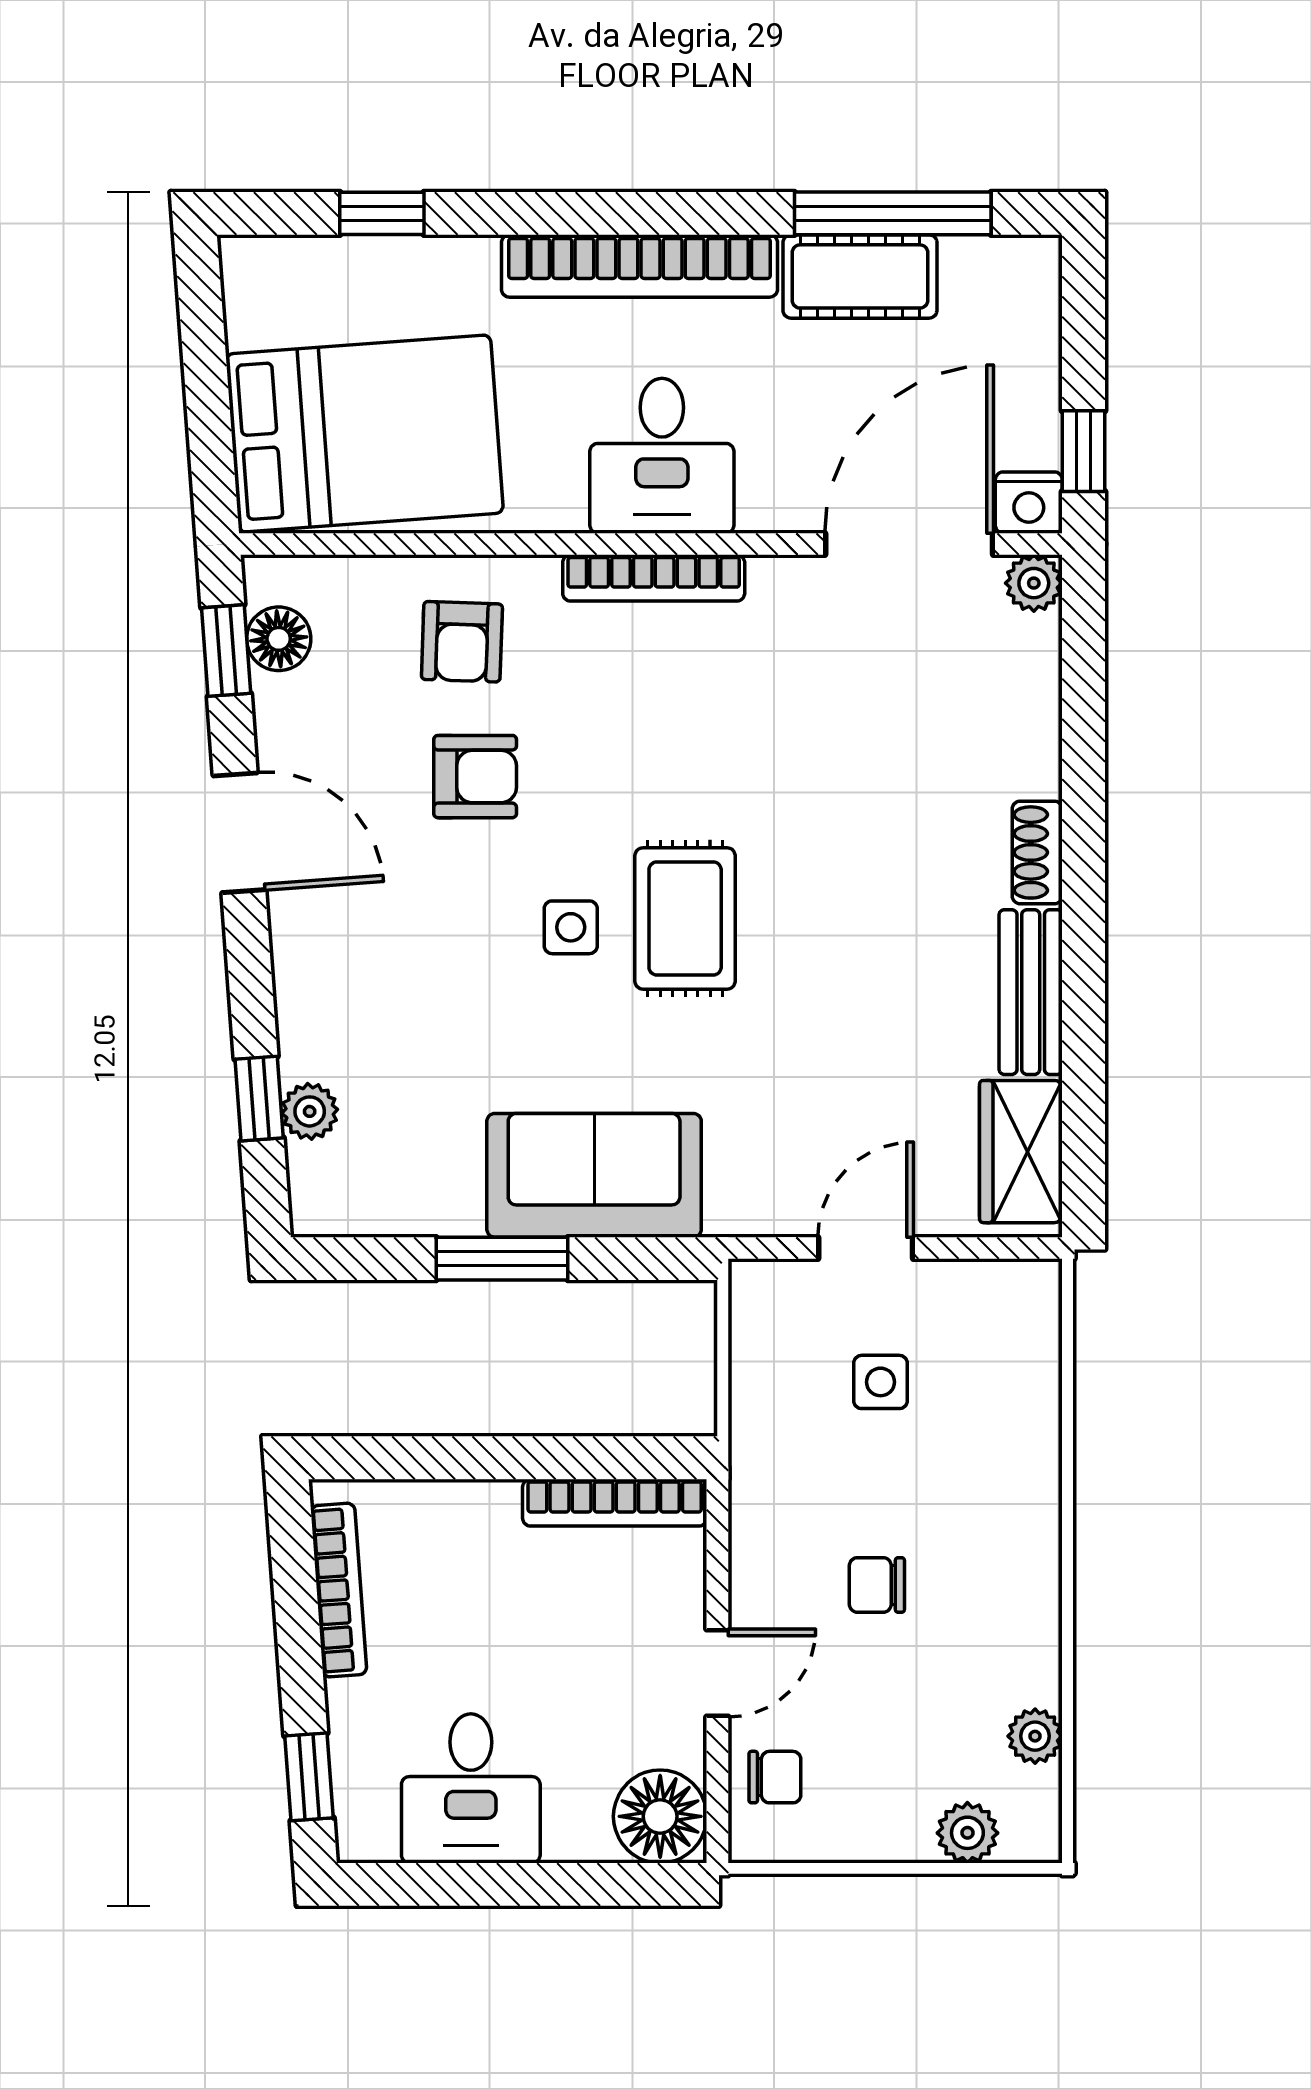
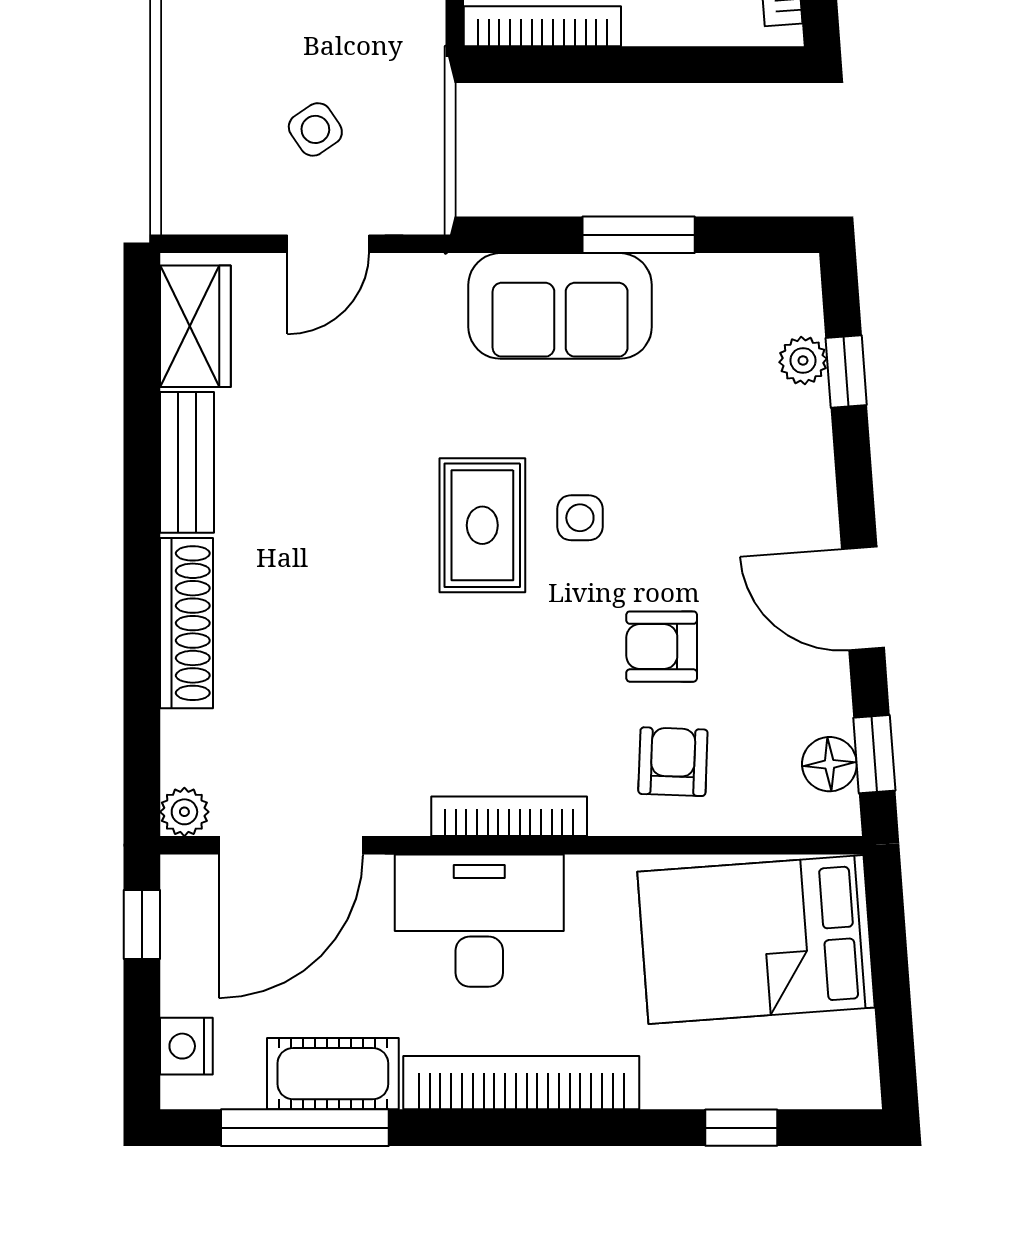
desk: (662, 456) -> (479, 921), width x1.37
nightstand: (1029, 503) -> (186, 1046), moved, turned -90
shoe rack: (1037, 852) -> (186, 623), width x1.94, depth x1.24
side table: (881, 1382) -> (315, 129), turned -34

